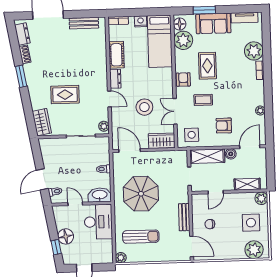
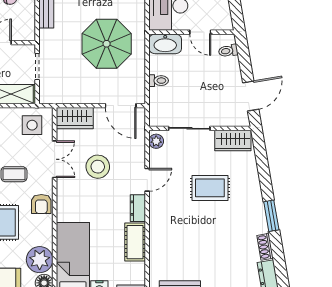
door: (109, 99) -> (147, 180), swing flipped
wardrobe: (42, 122) -> (233, 141), moved, turned -80
door: (42, 179) -> (251, 96), moved

